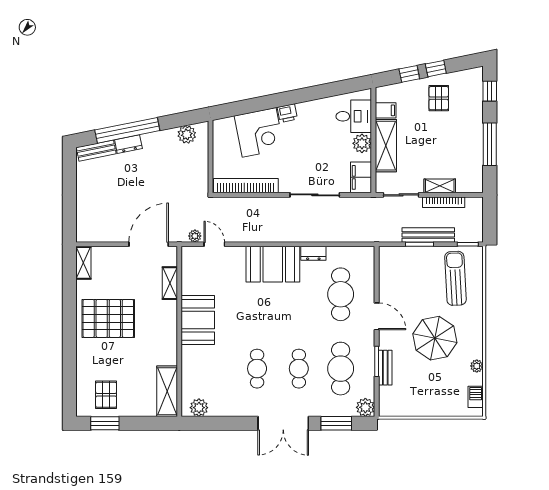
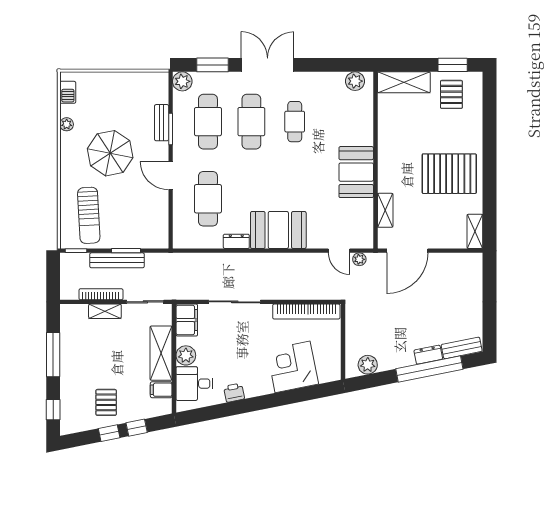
printer: (287, 113) -> (234, 393), moved
cafe table: (299, 369) -> (251, 122), width x1.37, depth x1.35
shelving: (167, 391) -> (404, 82), moved, turned 90

